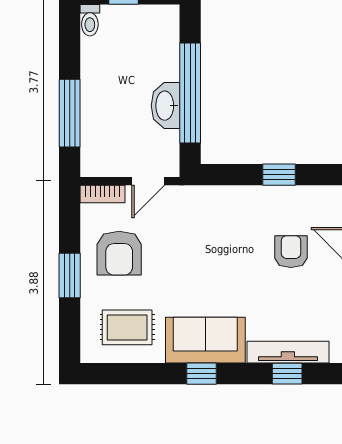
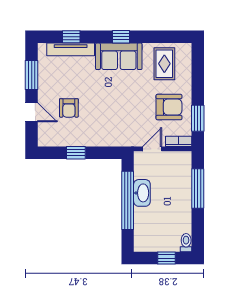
armchair: (119, 253) -> (169, 107), turned 90
window: (70, 276) -> (198, 118), moved
rug: (127, 327) -> (164, 64), turned 90

